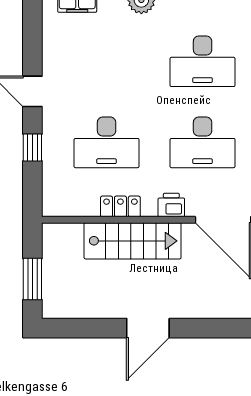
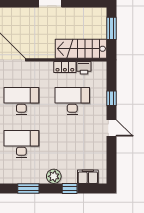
printer: (171, 205) -> (84, 68), moved
stairs: (133, 241) -> (81, 49), moved

